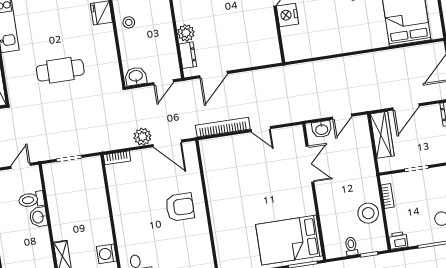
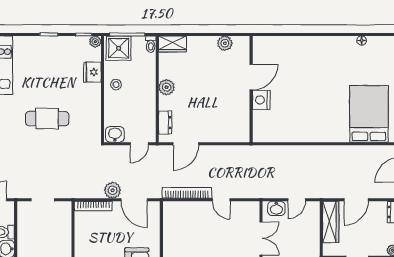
plant: (186, 33) -> (166, 87), moved
bookcase: (117, 158) -> (93, 206), width x1.56

